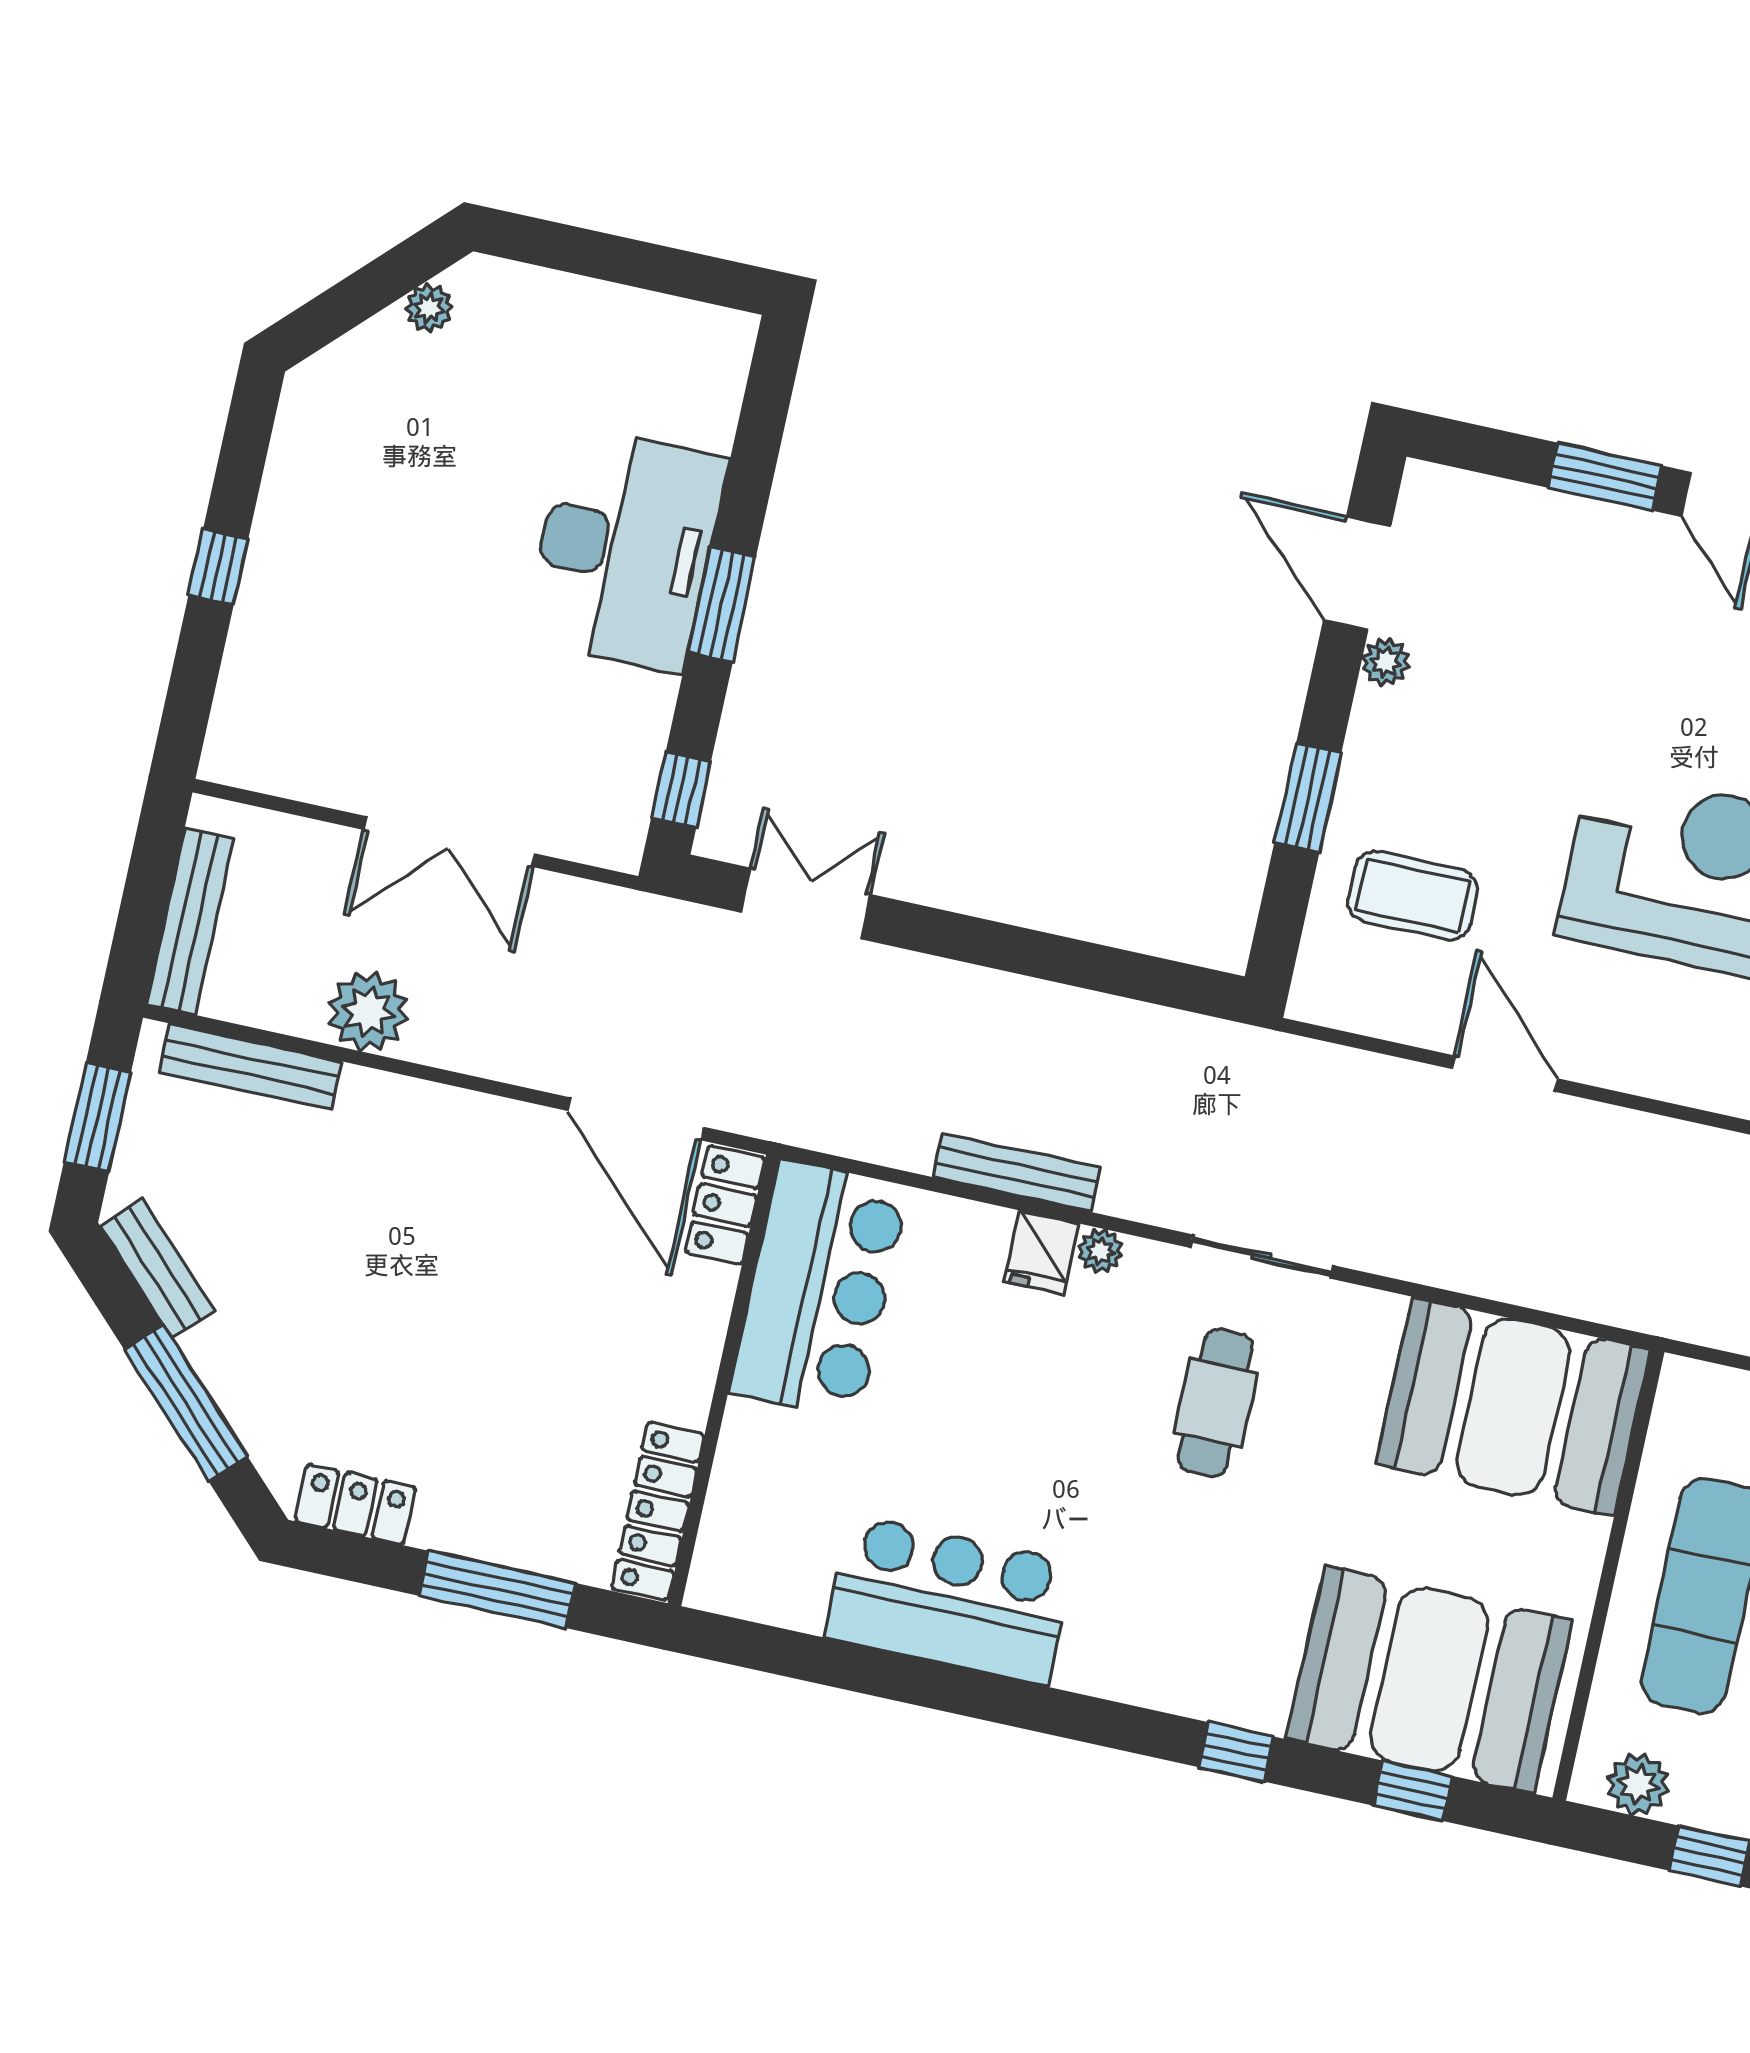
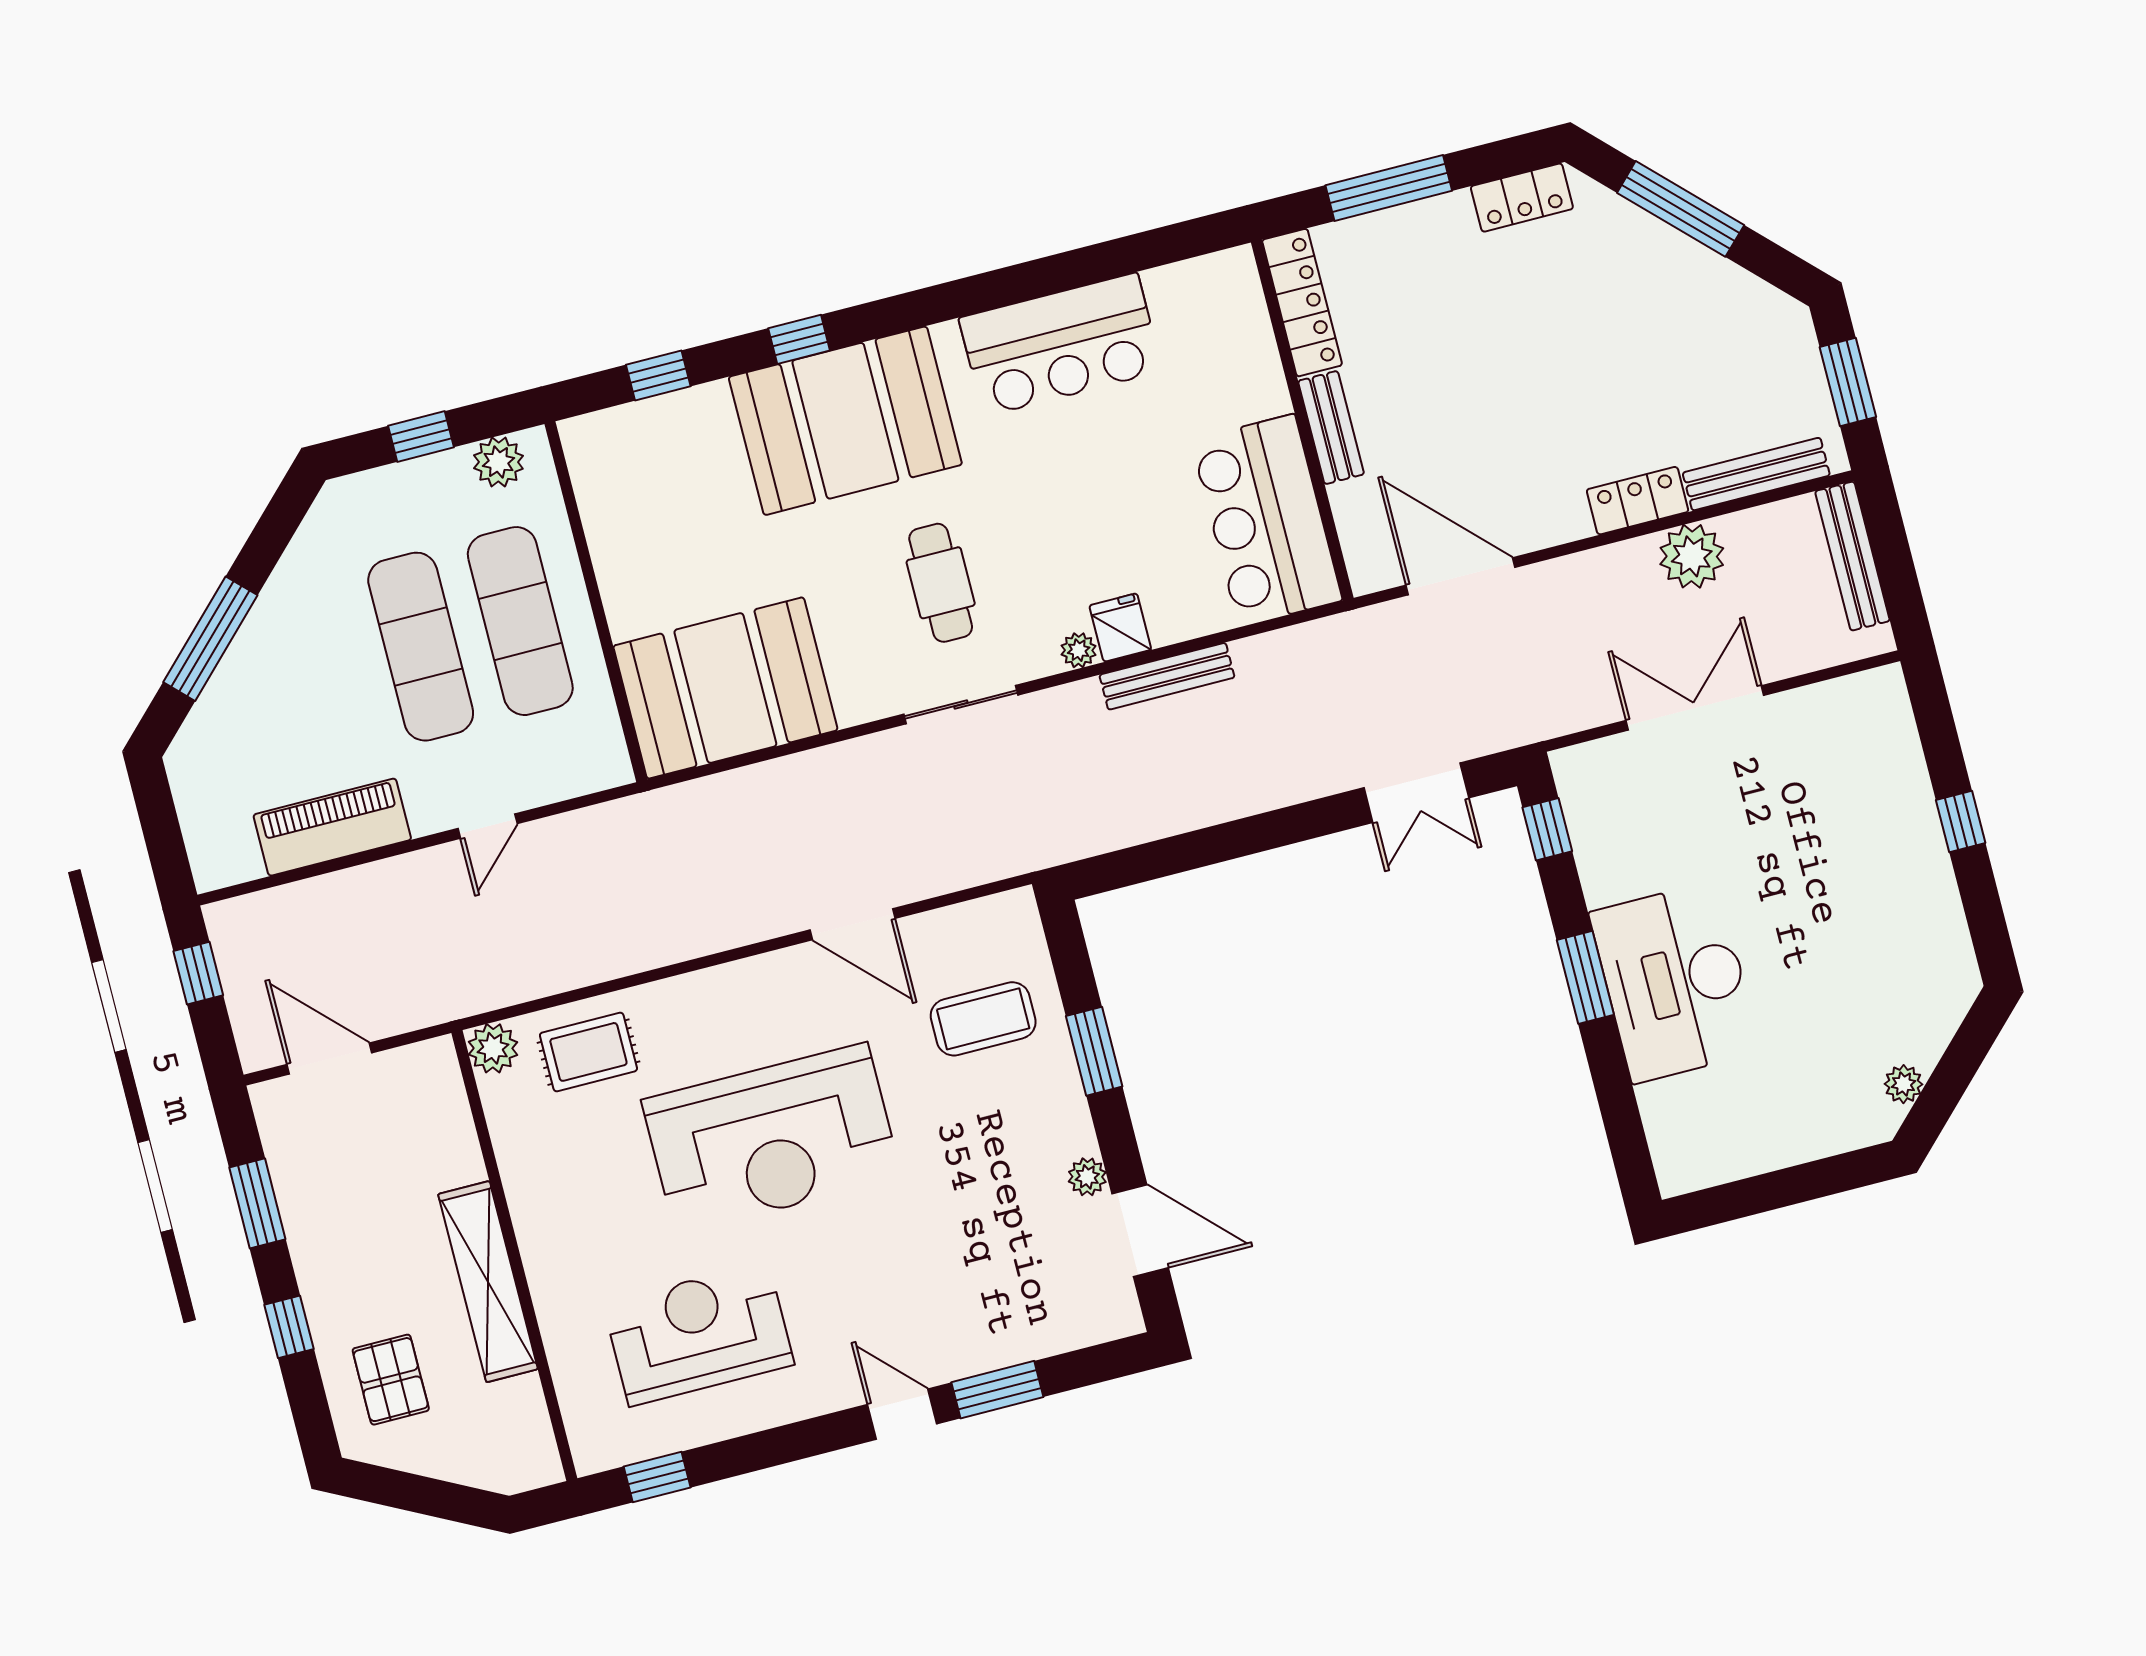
locker: (725, 1205) -> (1638, 501), moved, turned -90
bench: (157, 1268) -> (1331, 428), moved, turned 45
booth: (1429, 1679) -> (845, 421), moved

